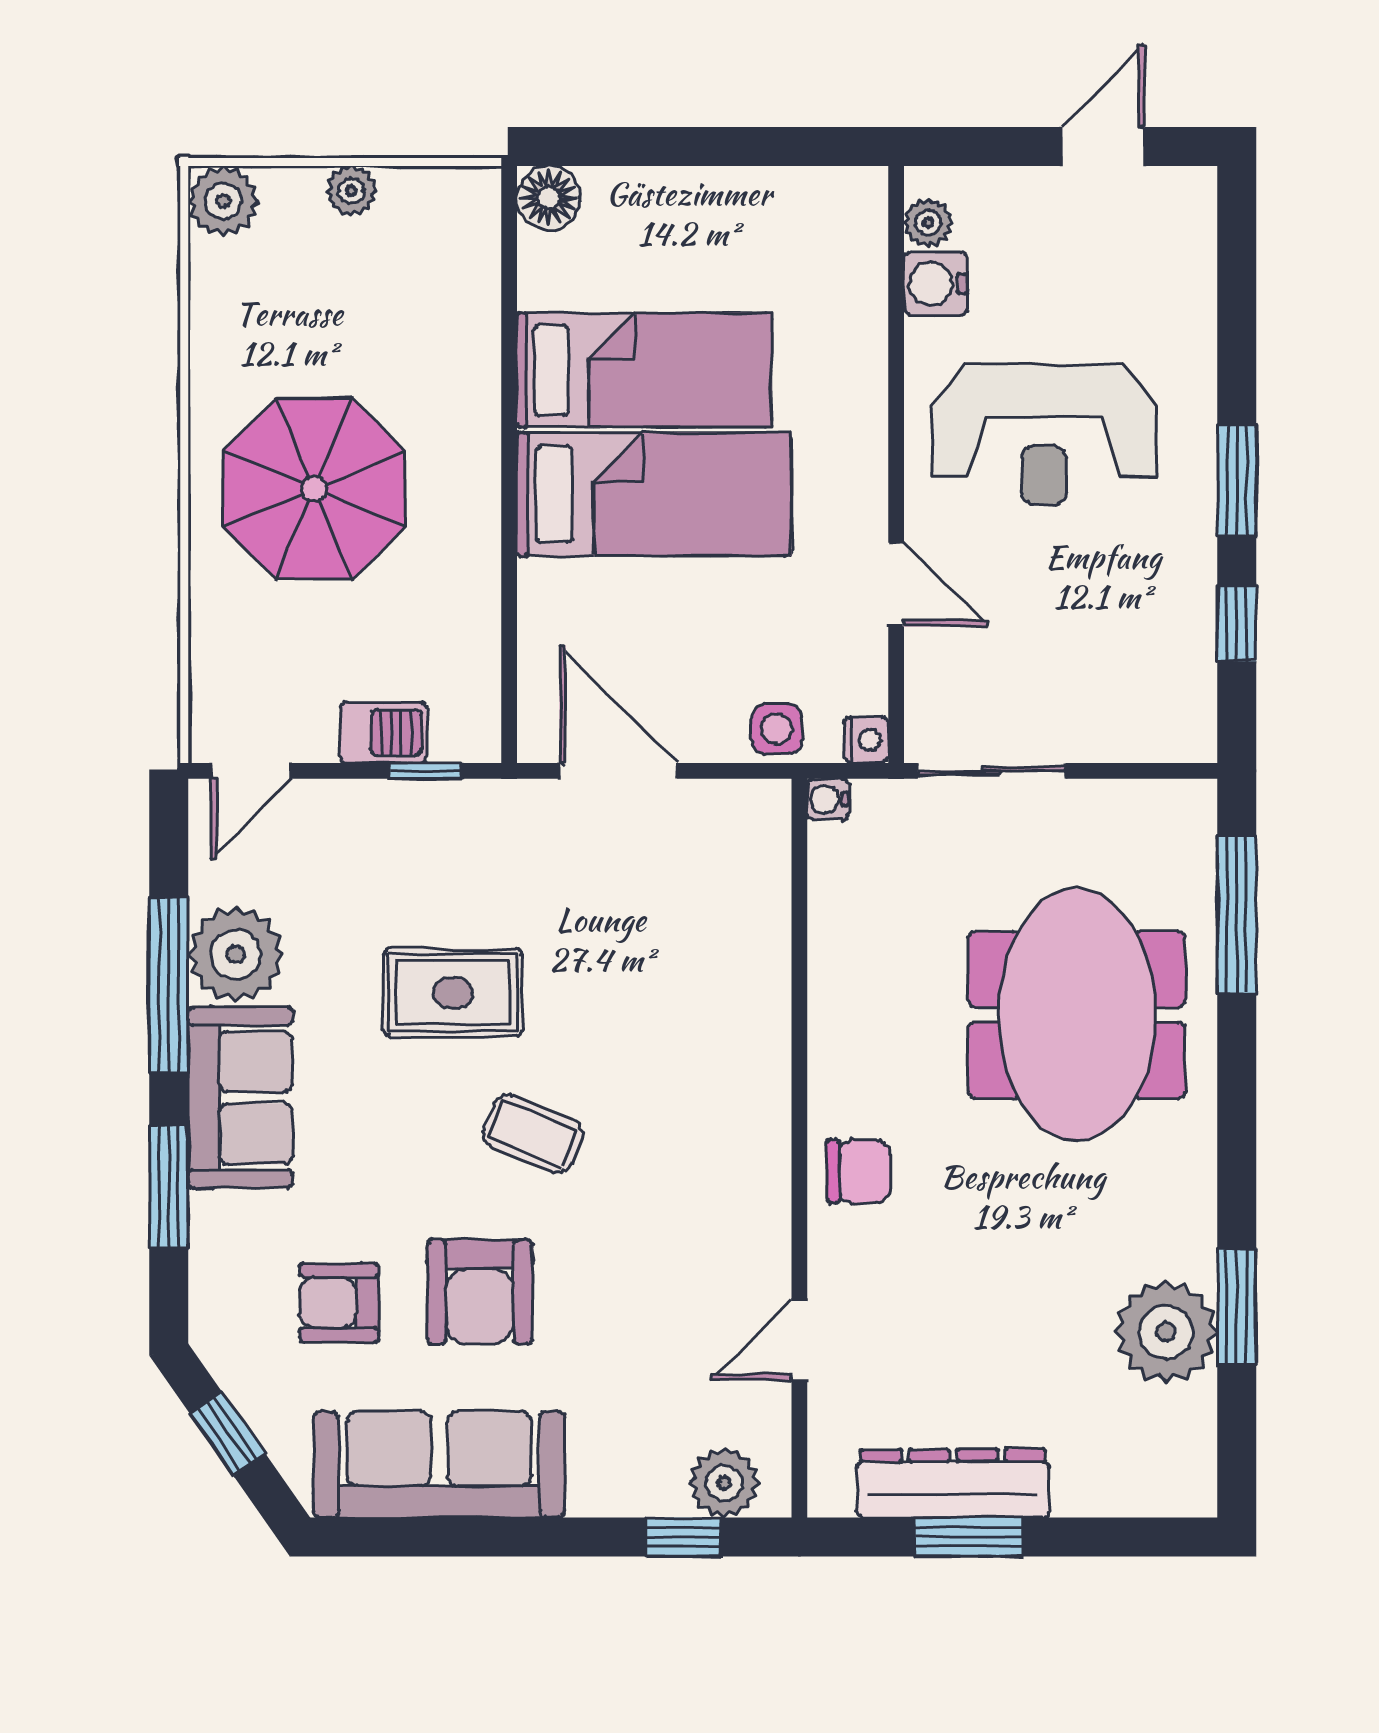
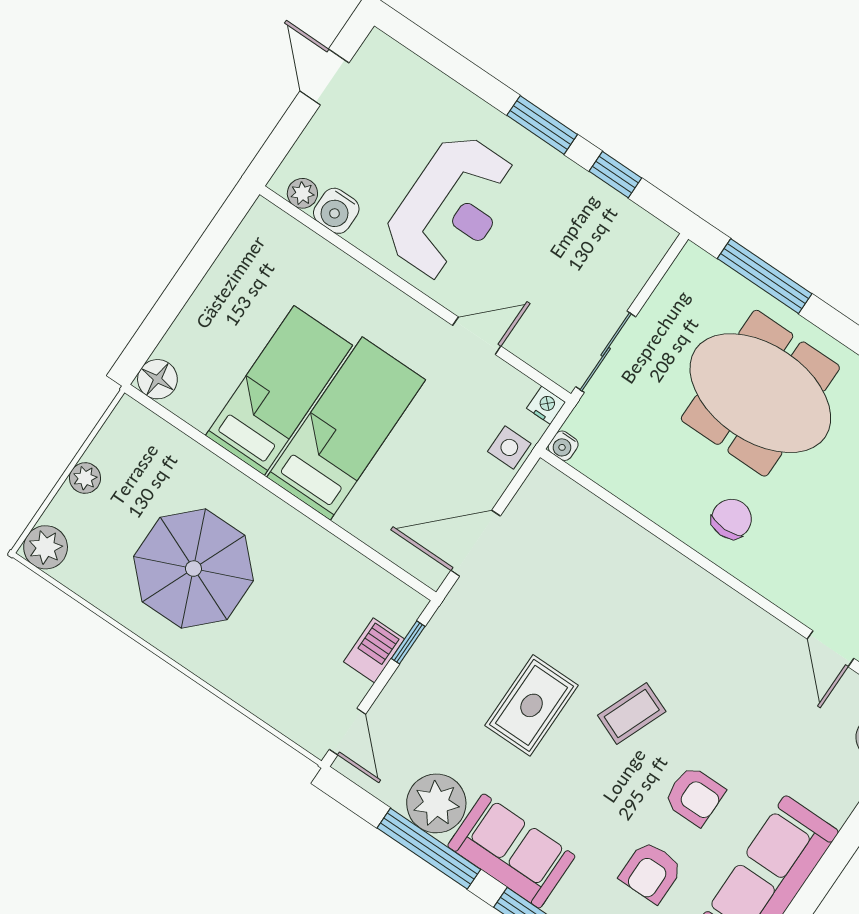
parasol: (314, 489) -> (193, 569), moved
chair: (859, 1171) -> (731, 519), moved
armchair: (480, 1292) -> (694, 796), width x0.72, depth x0.72

